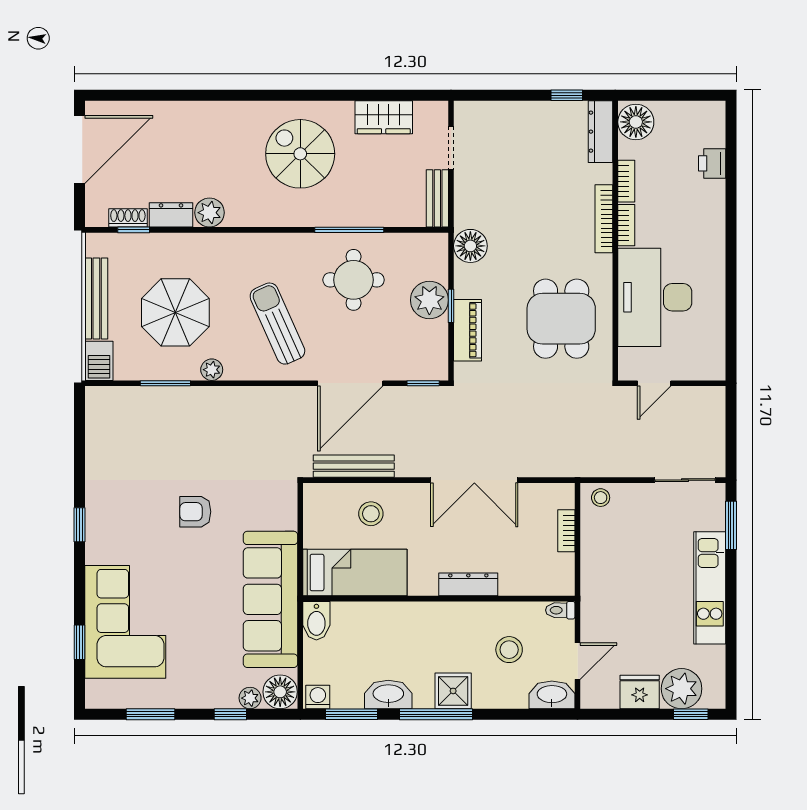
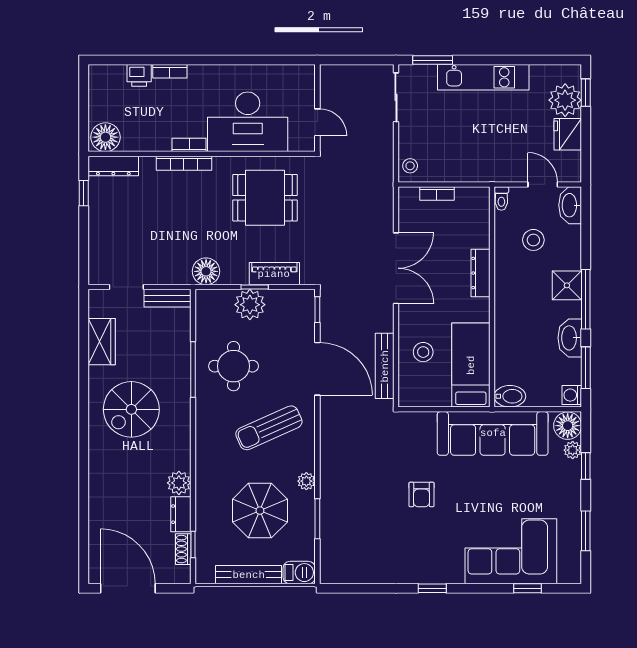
bookcase: (626, 181) -> (170, 71), moved, turned 180

